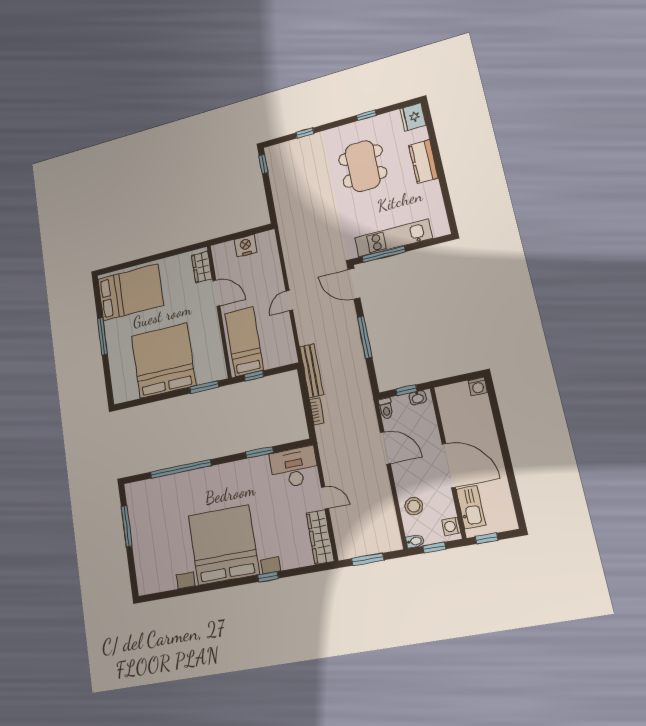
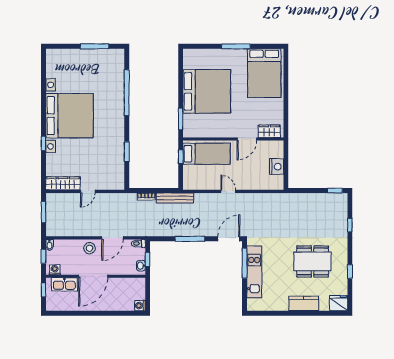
desk: (294, 467) -> (112, 174), removed
stool: (414, 506) -> (90, 248), moved

